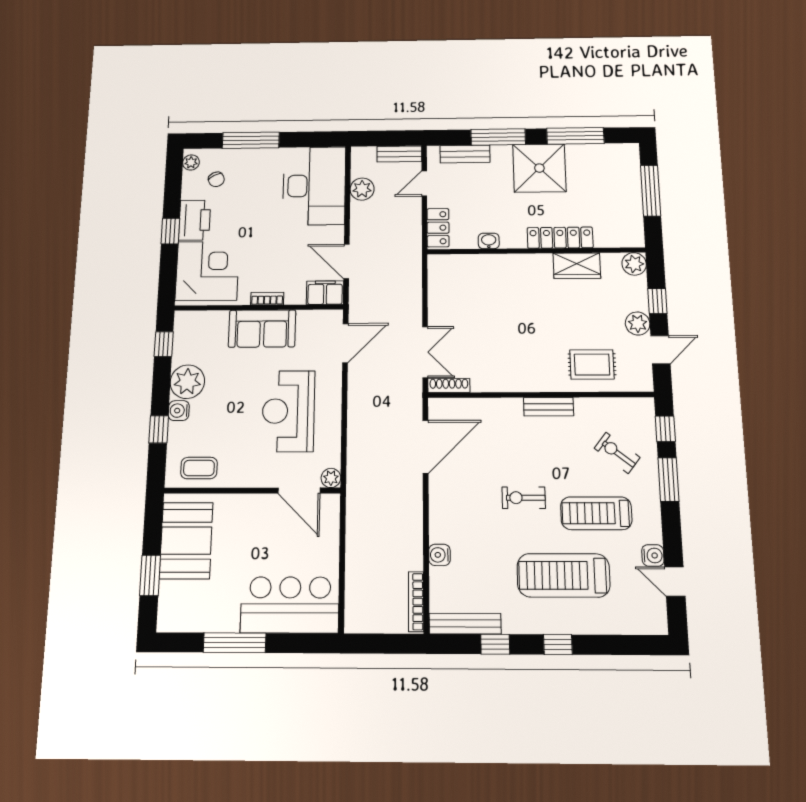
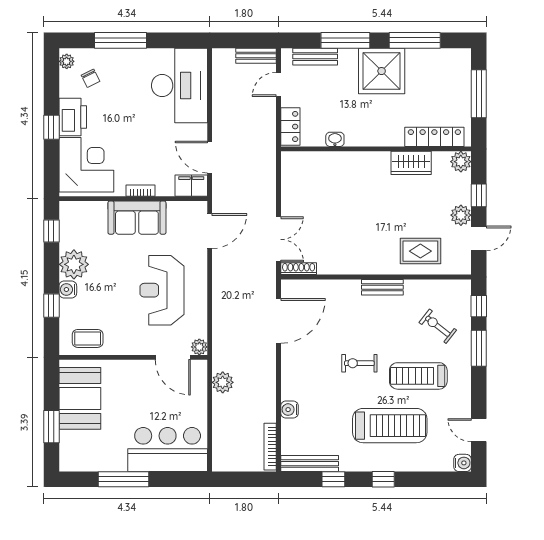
plant: (362, 189) -> (223, 382), moved
locker: (560, 238) -> (434, 137), moved
water cooler: (653, 555) -> (462, 463), moved
treadmill: (563, 575) -> (390, 426), turned 180

